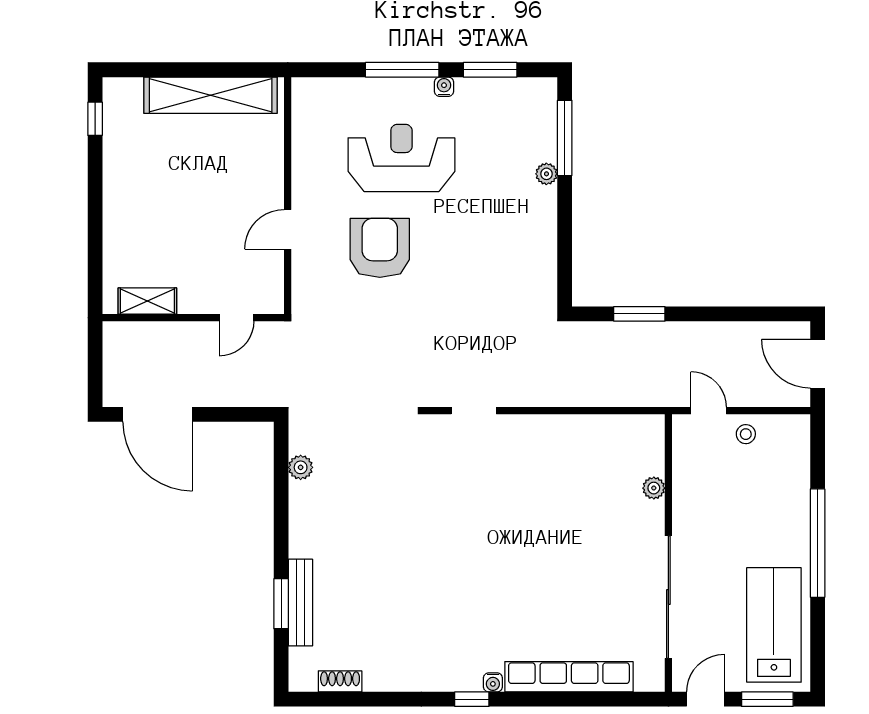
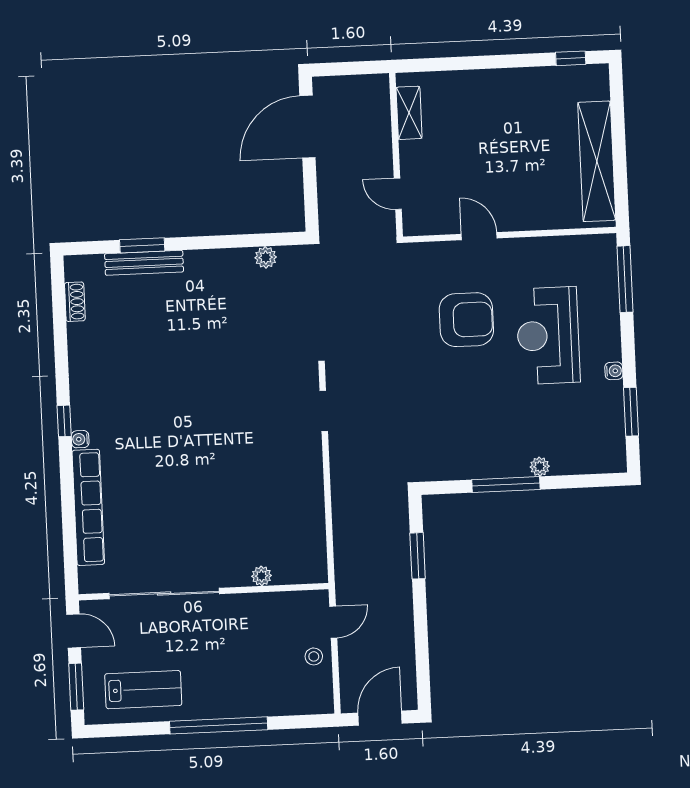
window: (402, 70) -> (625, 279), moved
window: (565, 138) -> (506, 485), moved
reception desk: (401, 158) -> (548, 336), turned 180
lab bench: (774, 625) -> (143, 690), width x0.73, depth x0.72

